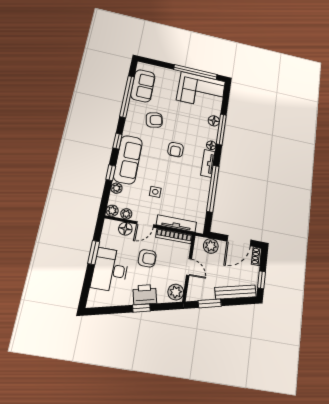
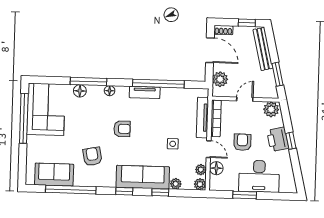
tv unit: (208, 163) -> (145, 92), moved

